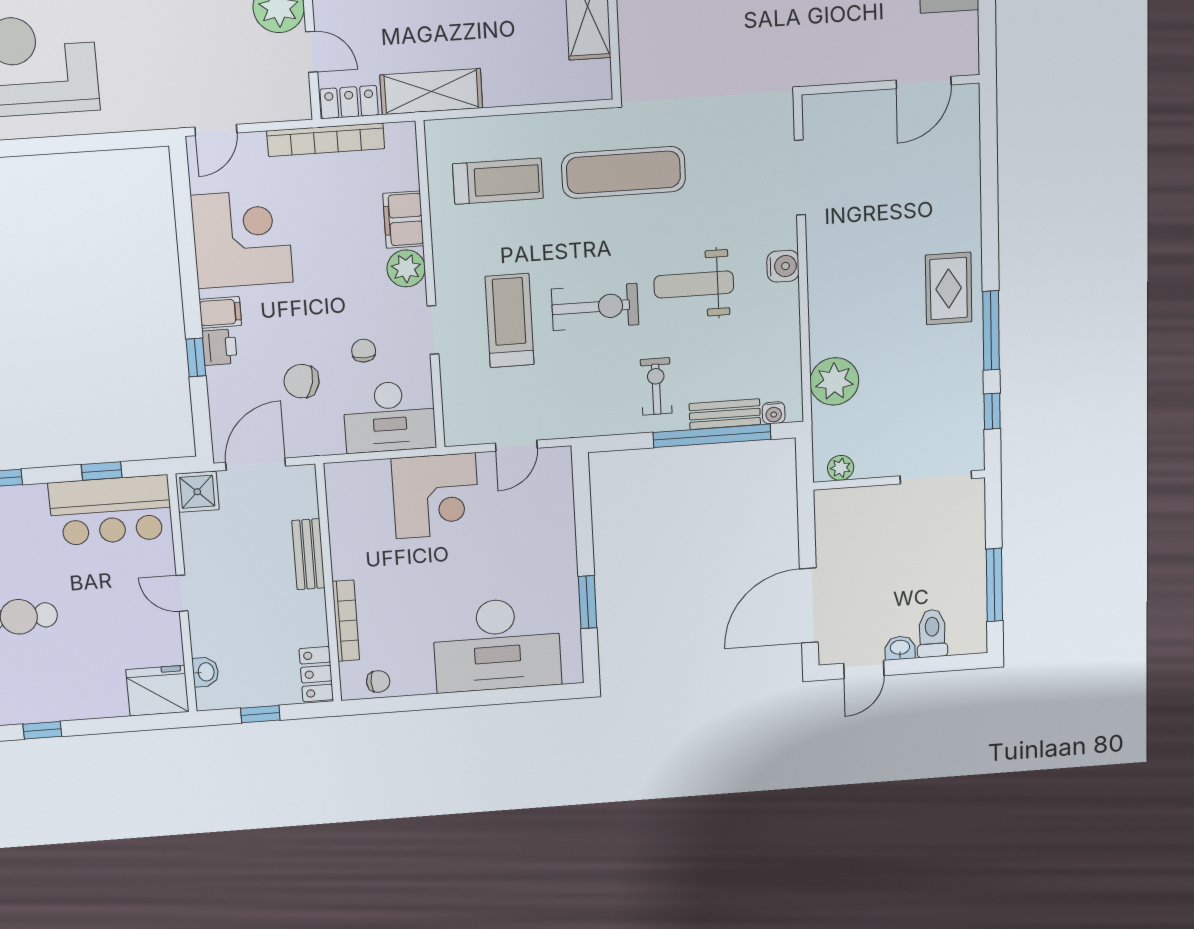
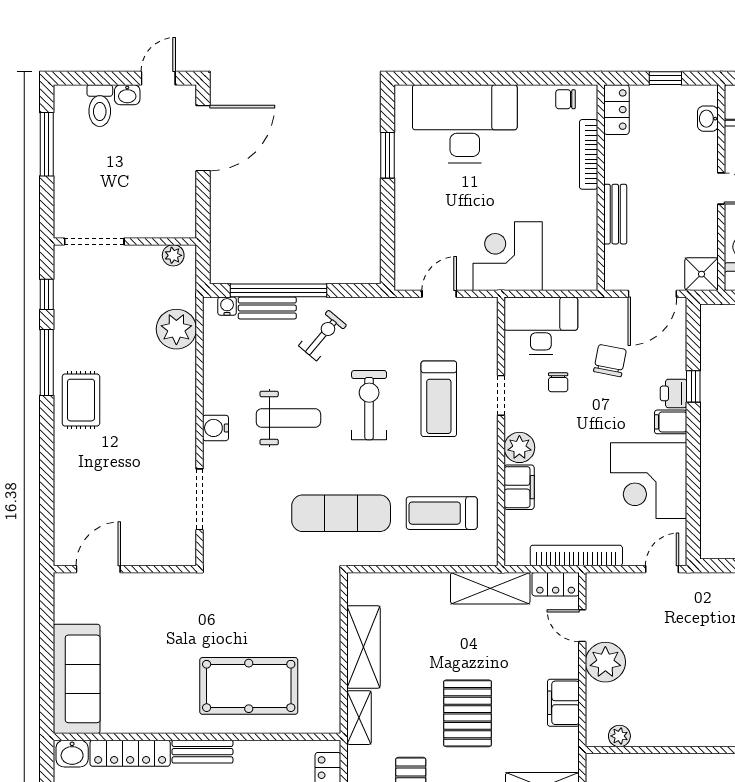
exercise bike: (595, 307) -> (369, 405), turned 90
chair: (302, 381) -> (610, 361), turned -91
exercise bike: (656, 386) -> (322, 335), turned -140

